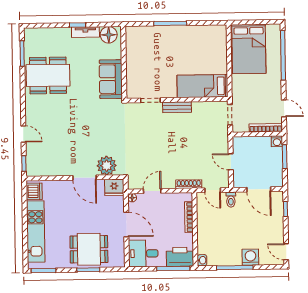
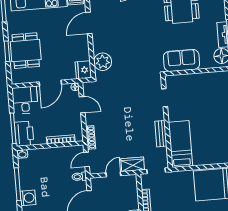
bench: (177, 107) -> (161, 134), moved
wardrobe: (221, 140) -> (133, 164), added
door: (84, 178) -> (89, 23), moved

